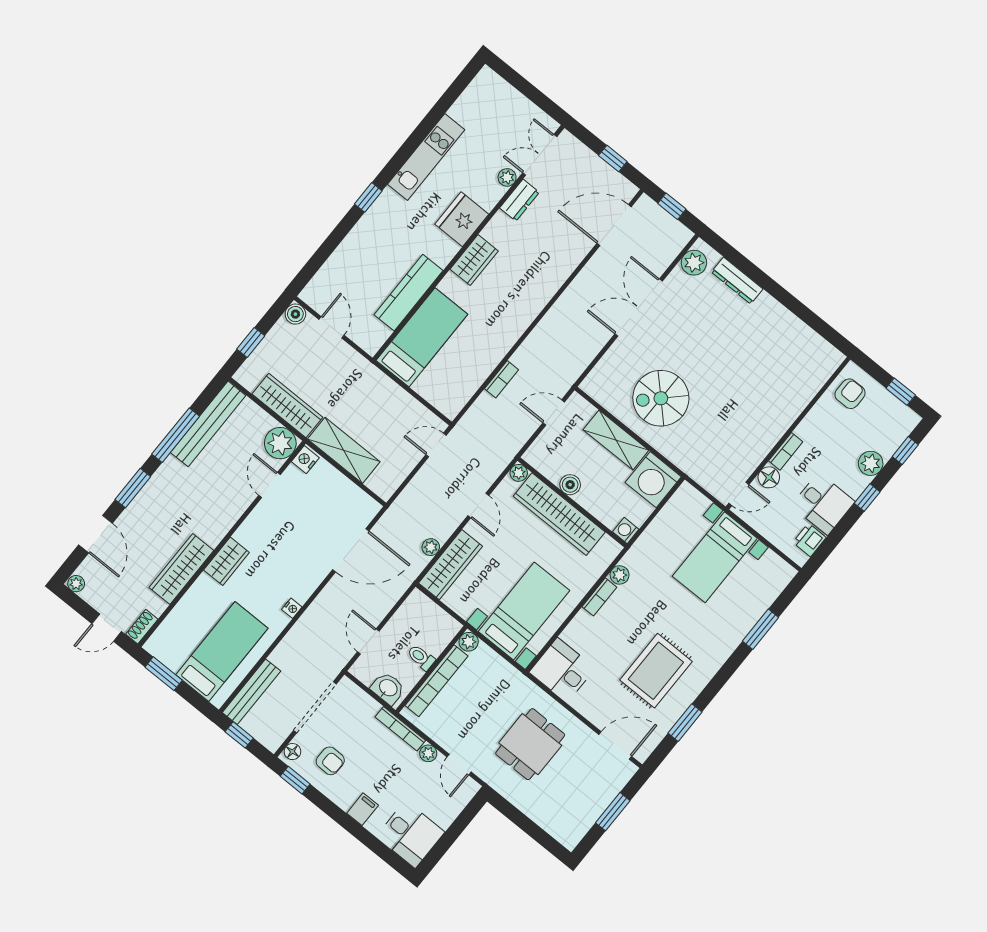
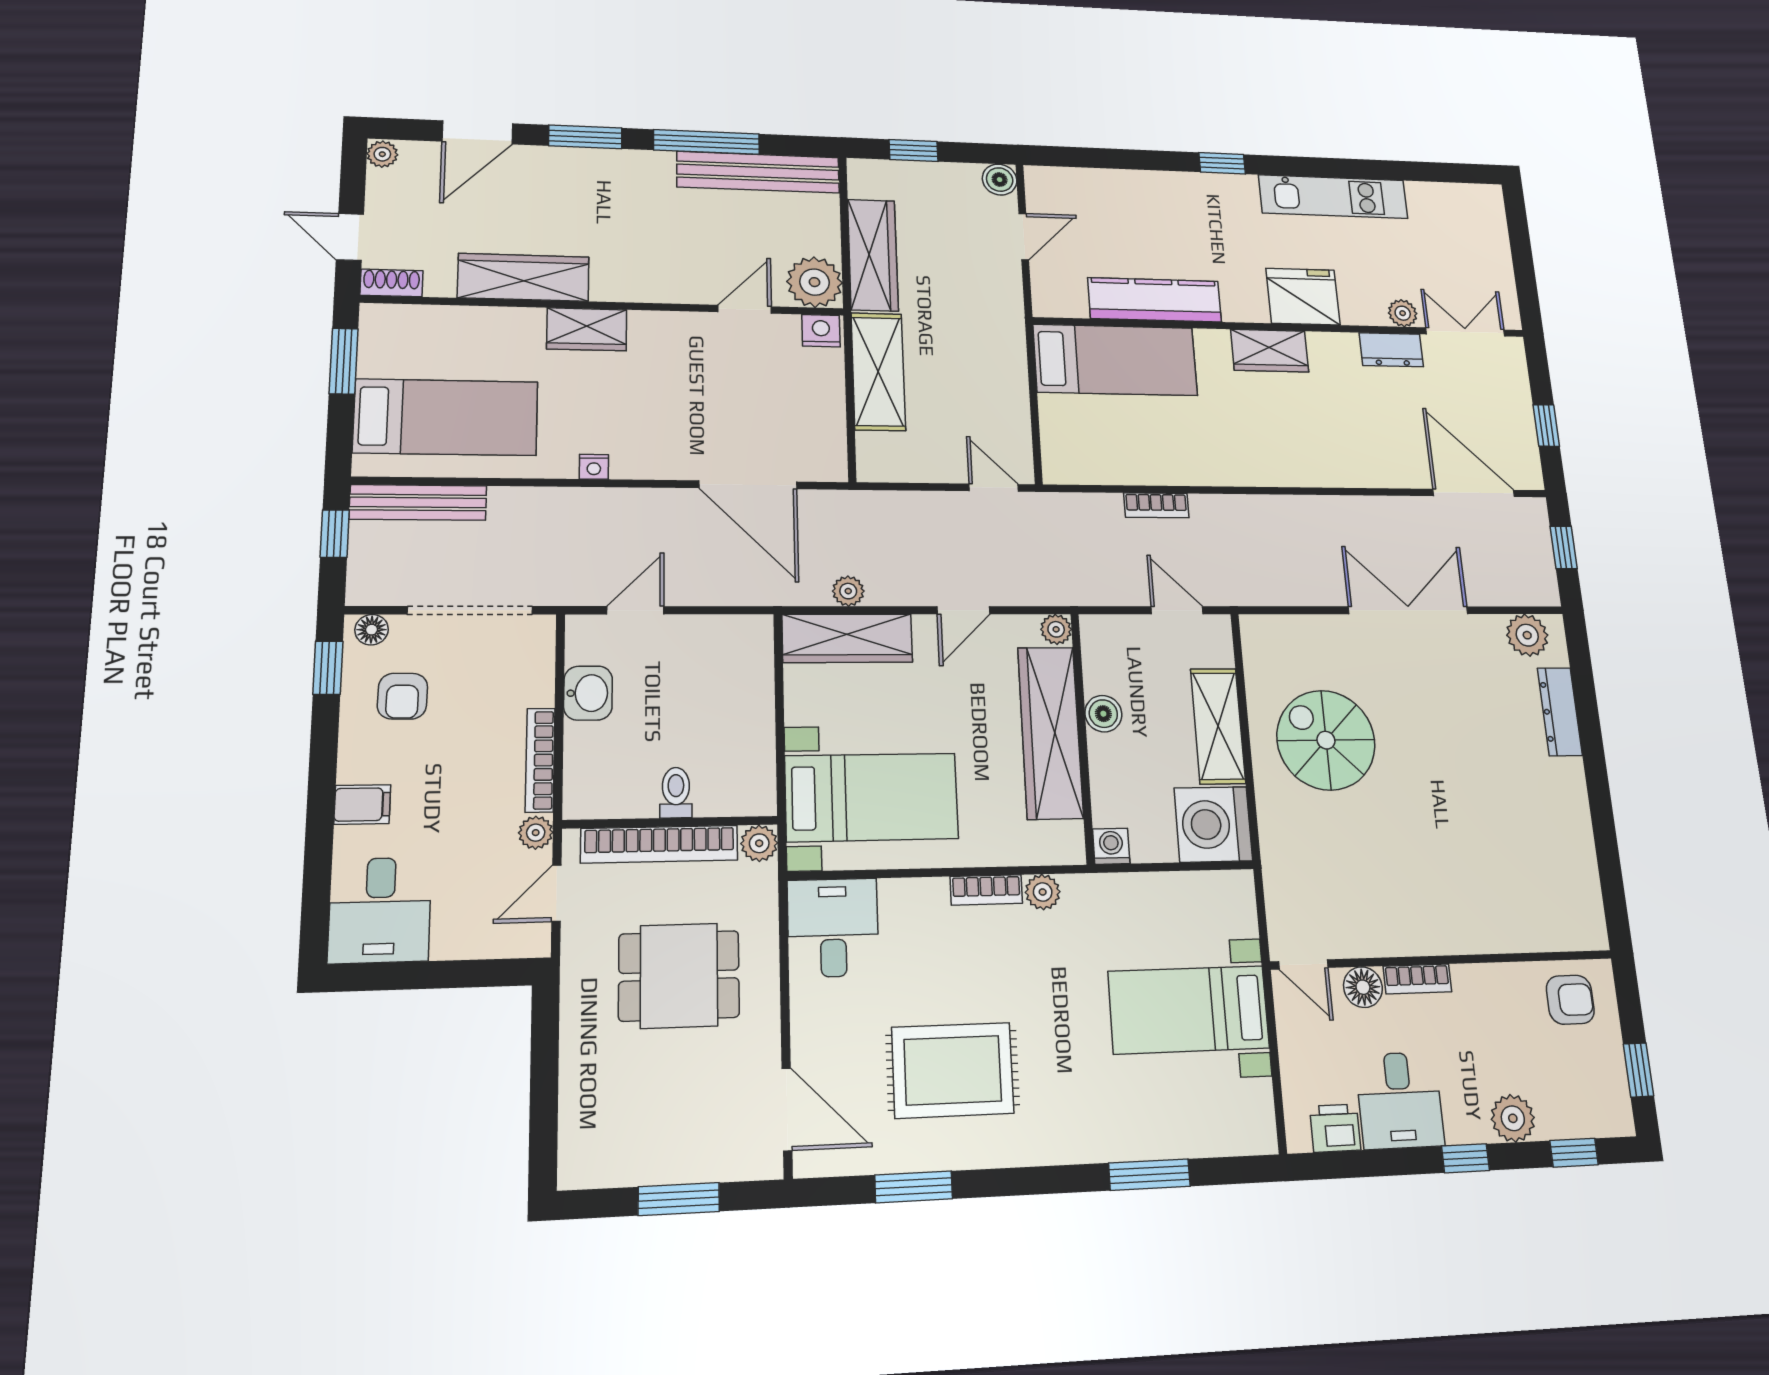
plant: (469, 642) -> (759, 843), moved
toilet: (421, 657) -> (676, 793), moved
wall: (431, 669) -> (671, 822), moved
bookcase: (436, 681) -> (659, 844), moved

